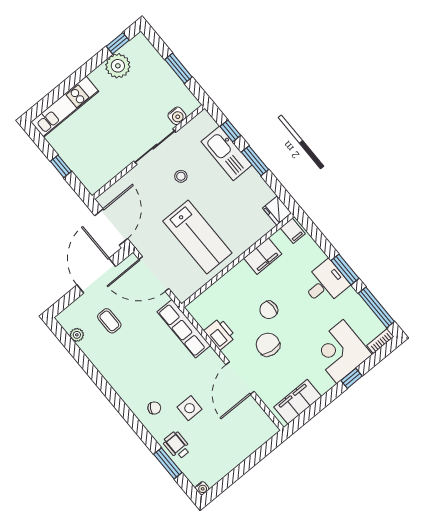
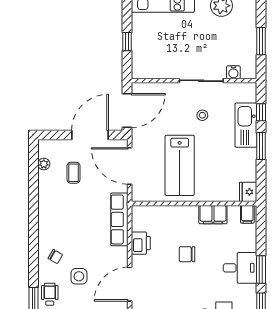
chair: (268, 345) -> (167, 277), removed

